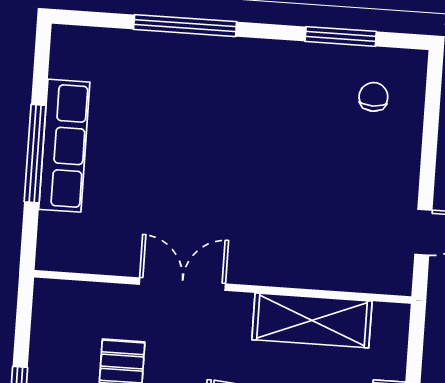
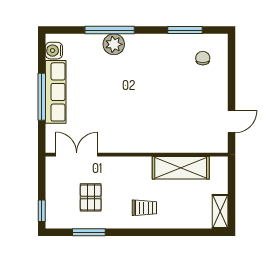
plant: (191, 56) -> (114, 44), added
water cooler: (67, 60) -> (54, 51), added
double door: (182, 284) -> (77, 155), moved

